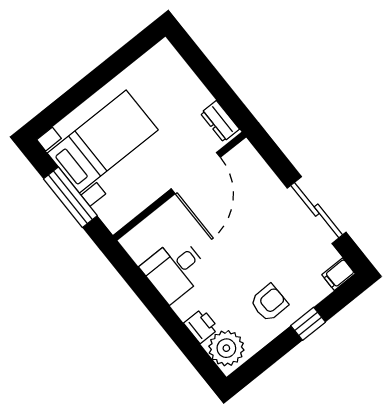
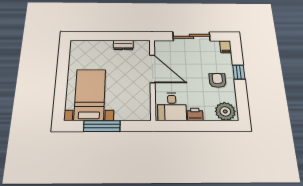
door: (196, 173) -> (152, 69), moved
wall: (179, 186) -> (153, 79), moved
printer: (201, 326) -> (195, 114), moved

